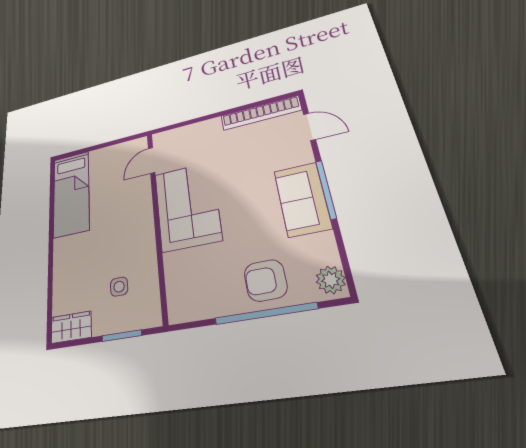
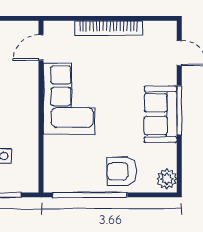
bookcase: (261, 113) -> (108, 28), moved
window: (265, 314) -> (90, 195), moved

